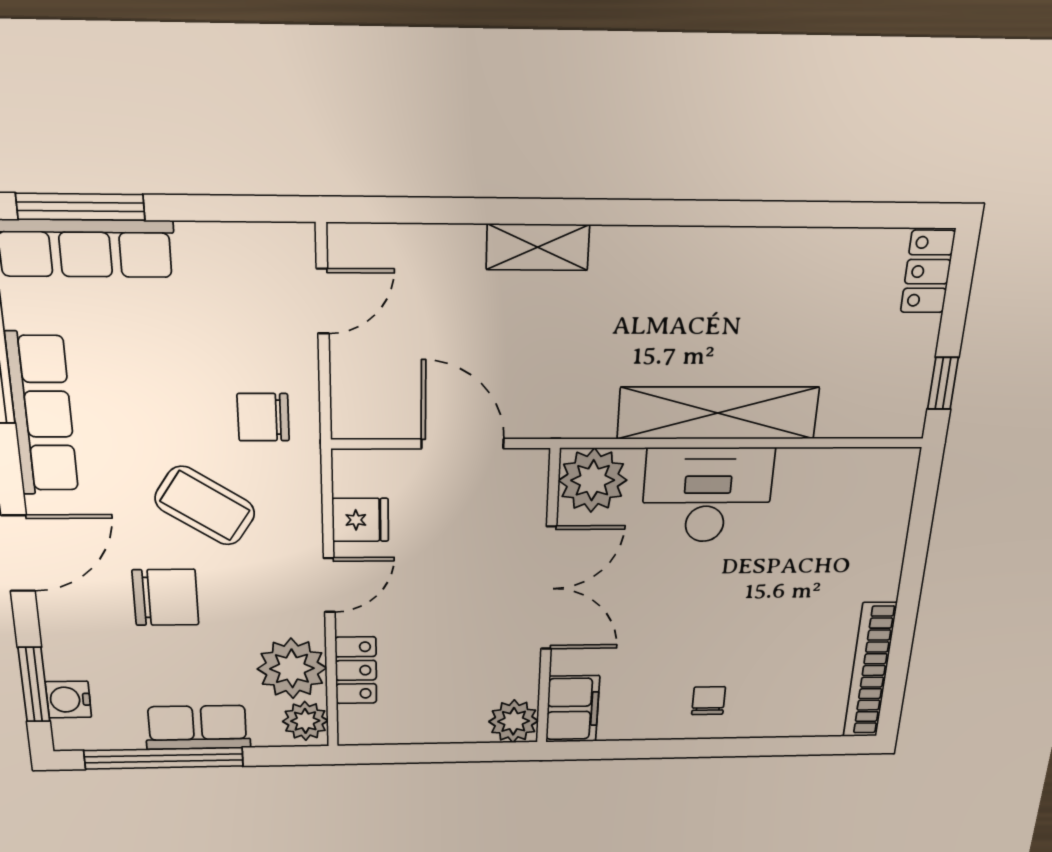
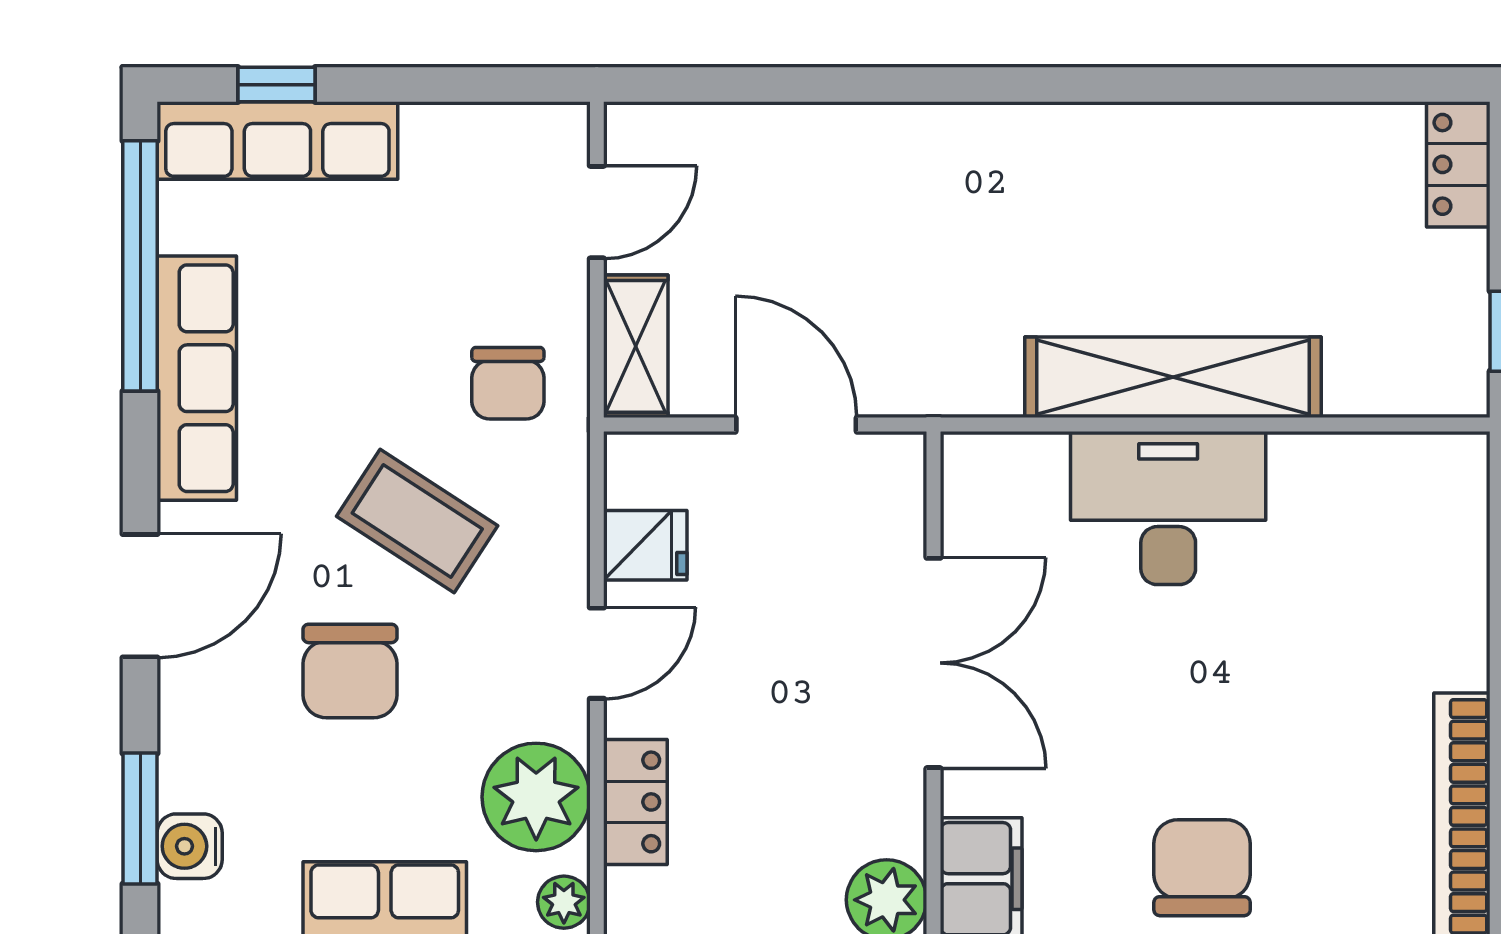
window: (81, 207) -> (276, 85), width x0.46
shelving: (538, 247) -> (636, 346), moved, turned 90
chair: (263, 417) -> (508, 383), turned -90
plant: (593, 480) -> (992, 483), removed
chair: (165, 597) -> (350, 671), turned 90
chair: (709, 701) -> (1202, 868), width x1.87, depth x1.87
plant: (305, 721) -> (564, 902), width x0.73, depth x0.73

